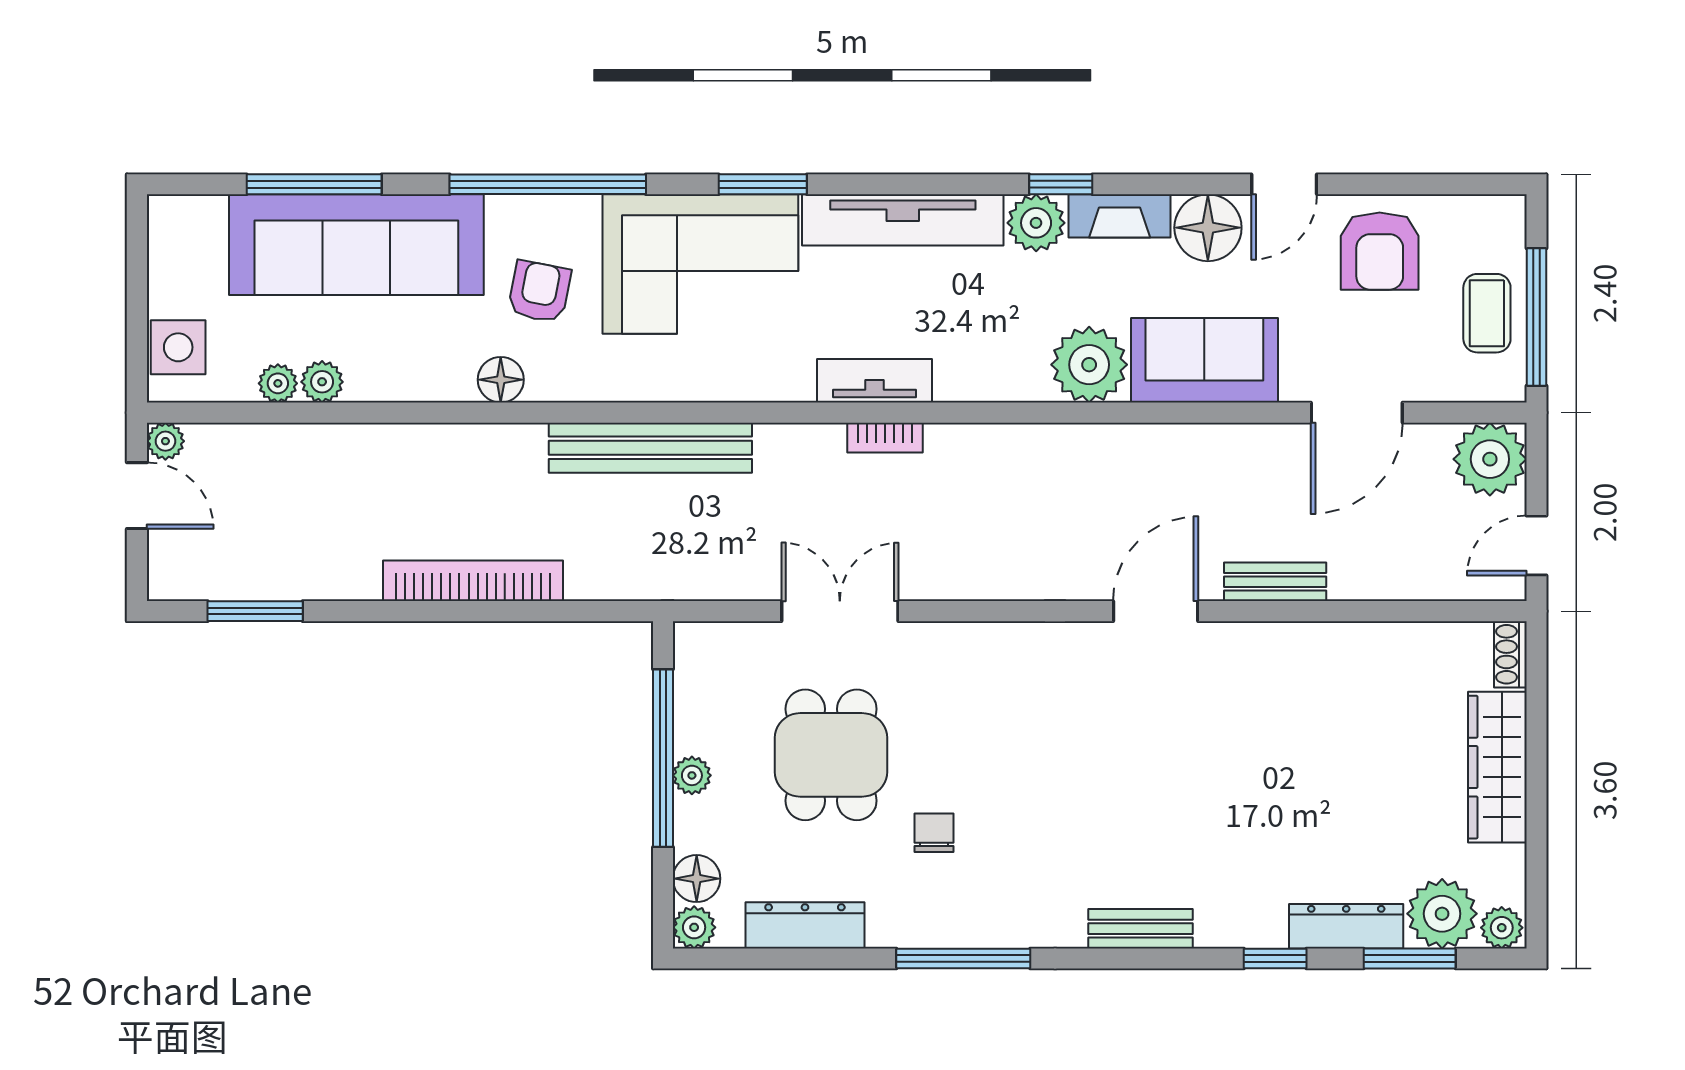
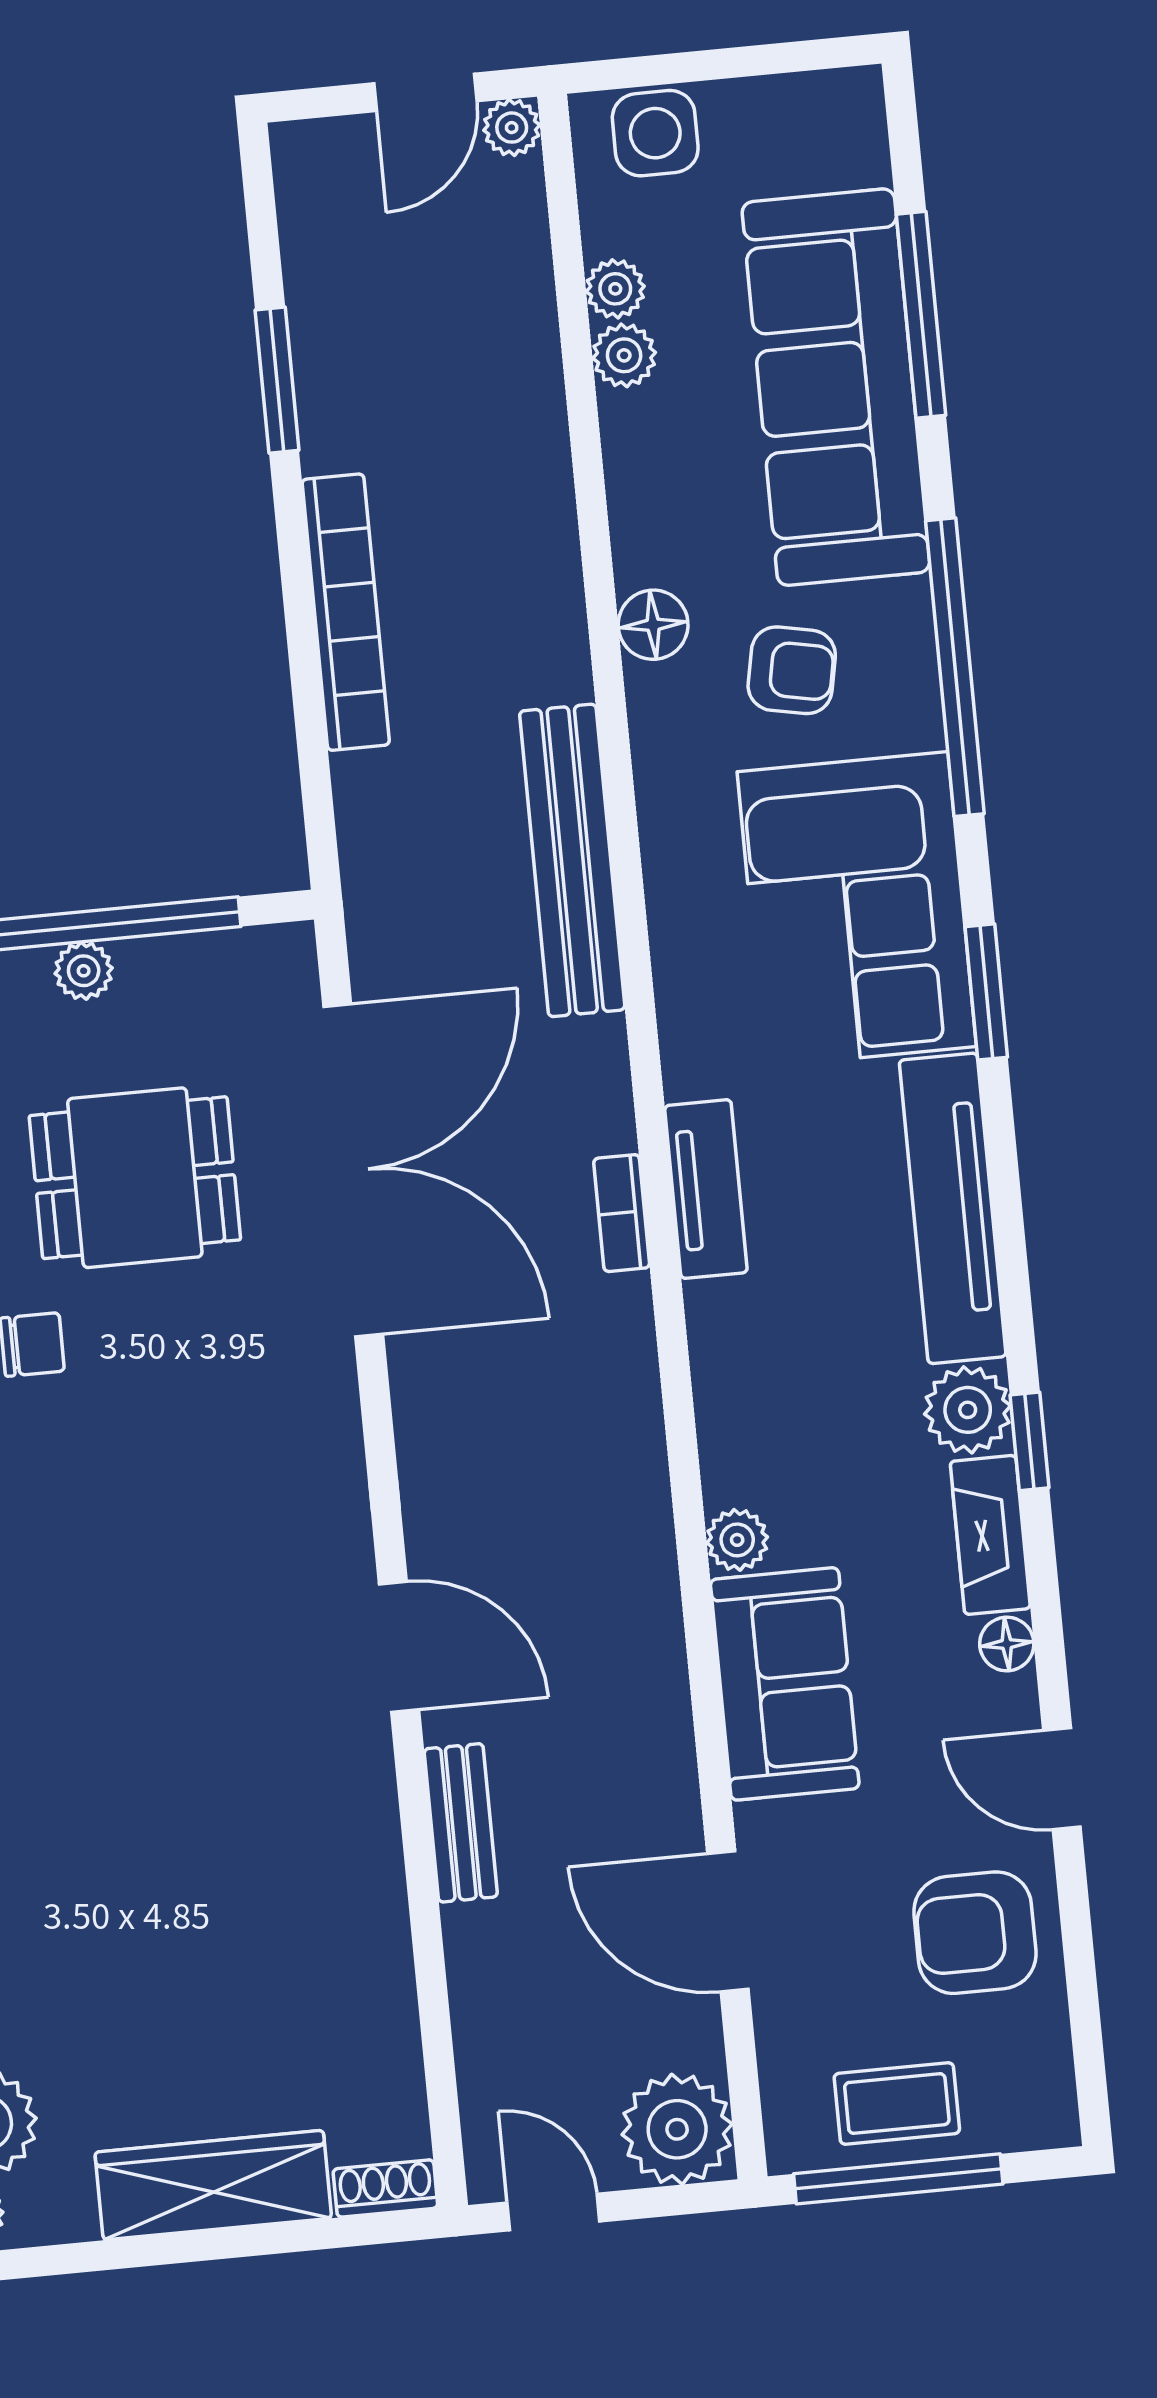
floor lamp: (1208, 228) -> (1007, 1644), width x0.53, depth x0.53
plant: (1089, 365) -> (737, 1540), width x0.53, depth x0.53
window: (255, 611) -> (277, 380), moved
double door: (840, 611) -> (353, 1170), width x1.87

